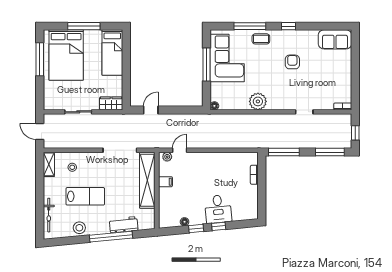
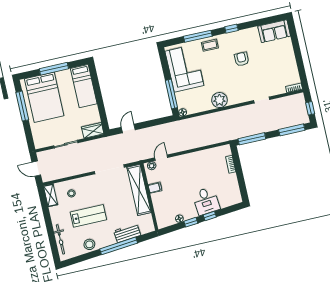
window: (207, 65) -> (171, 94), moved

